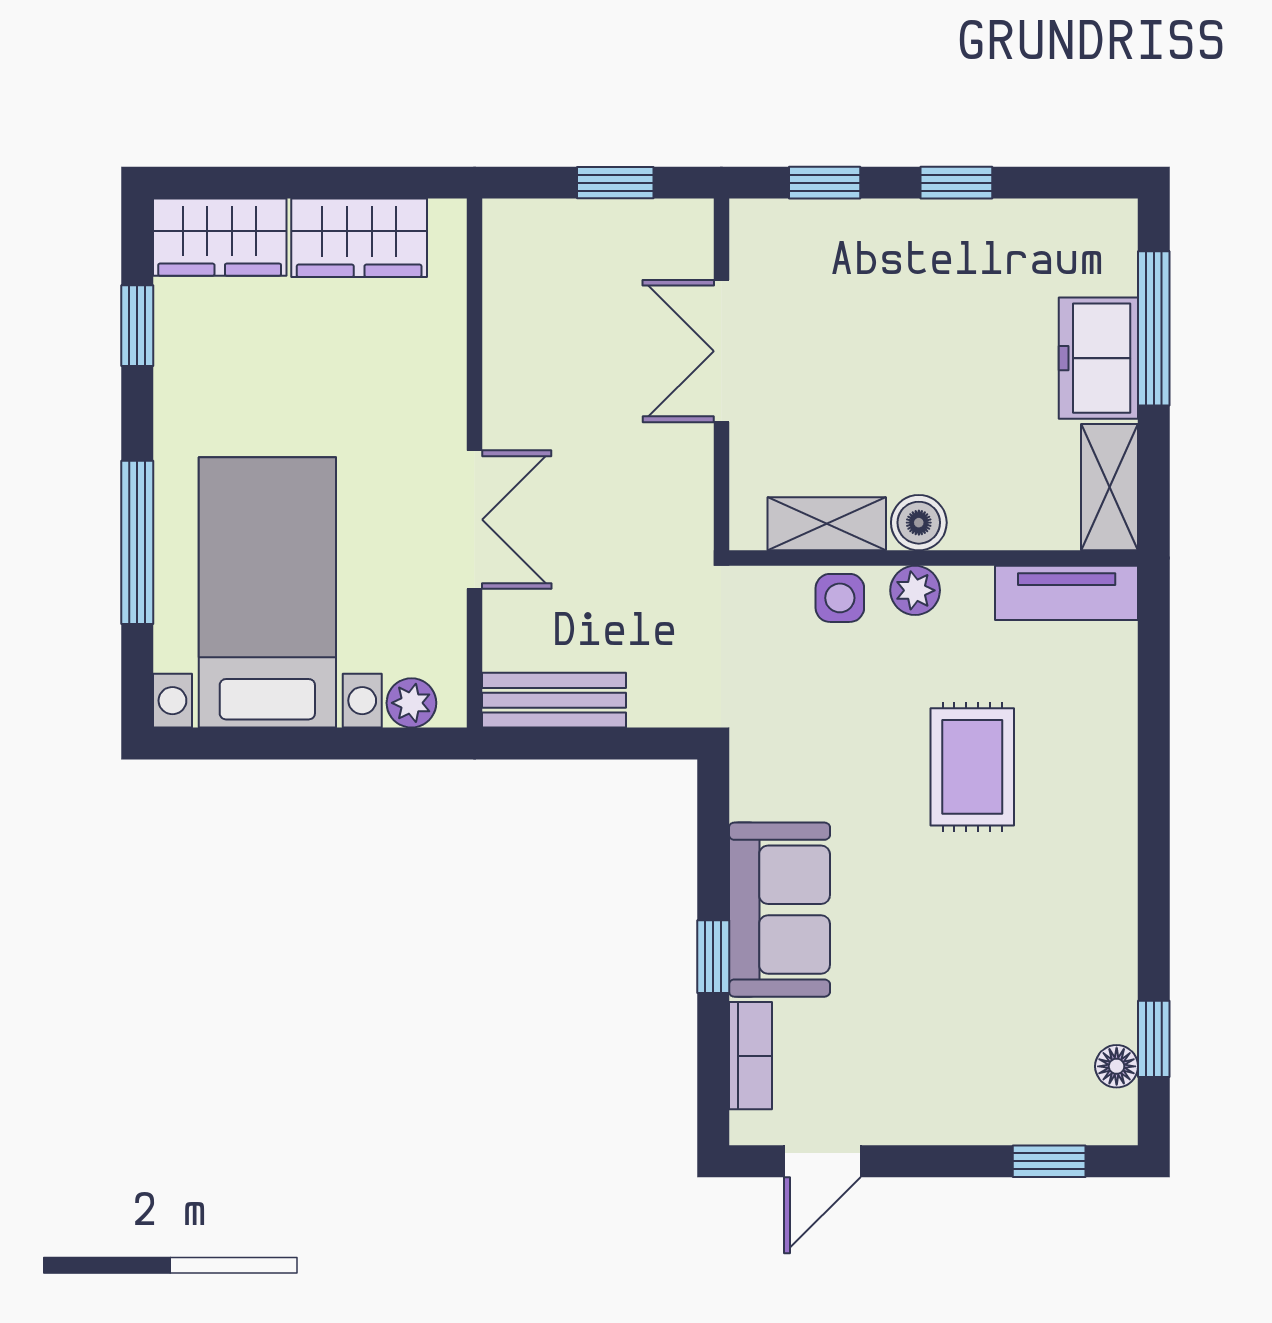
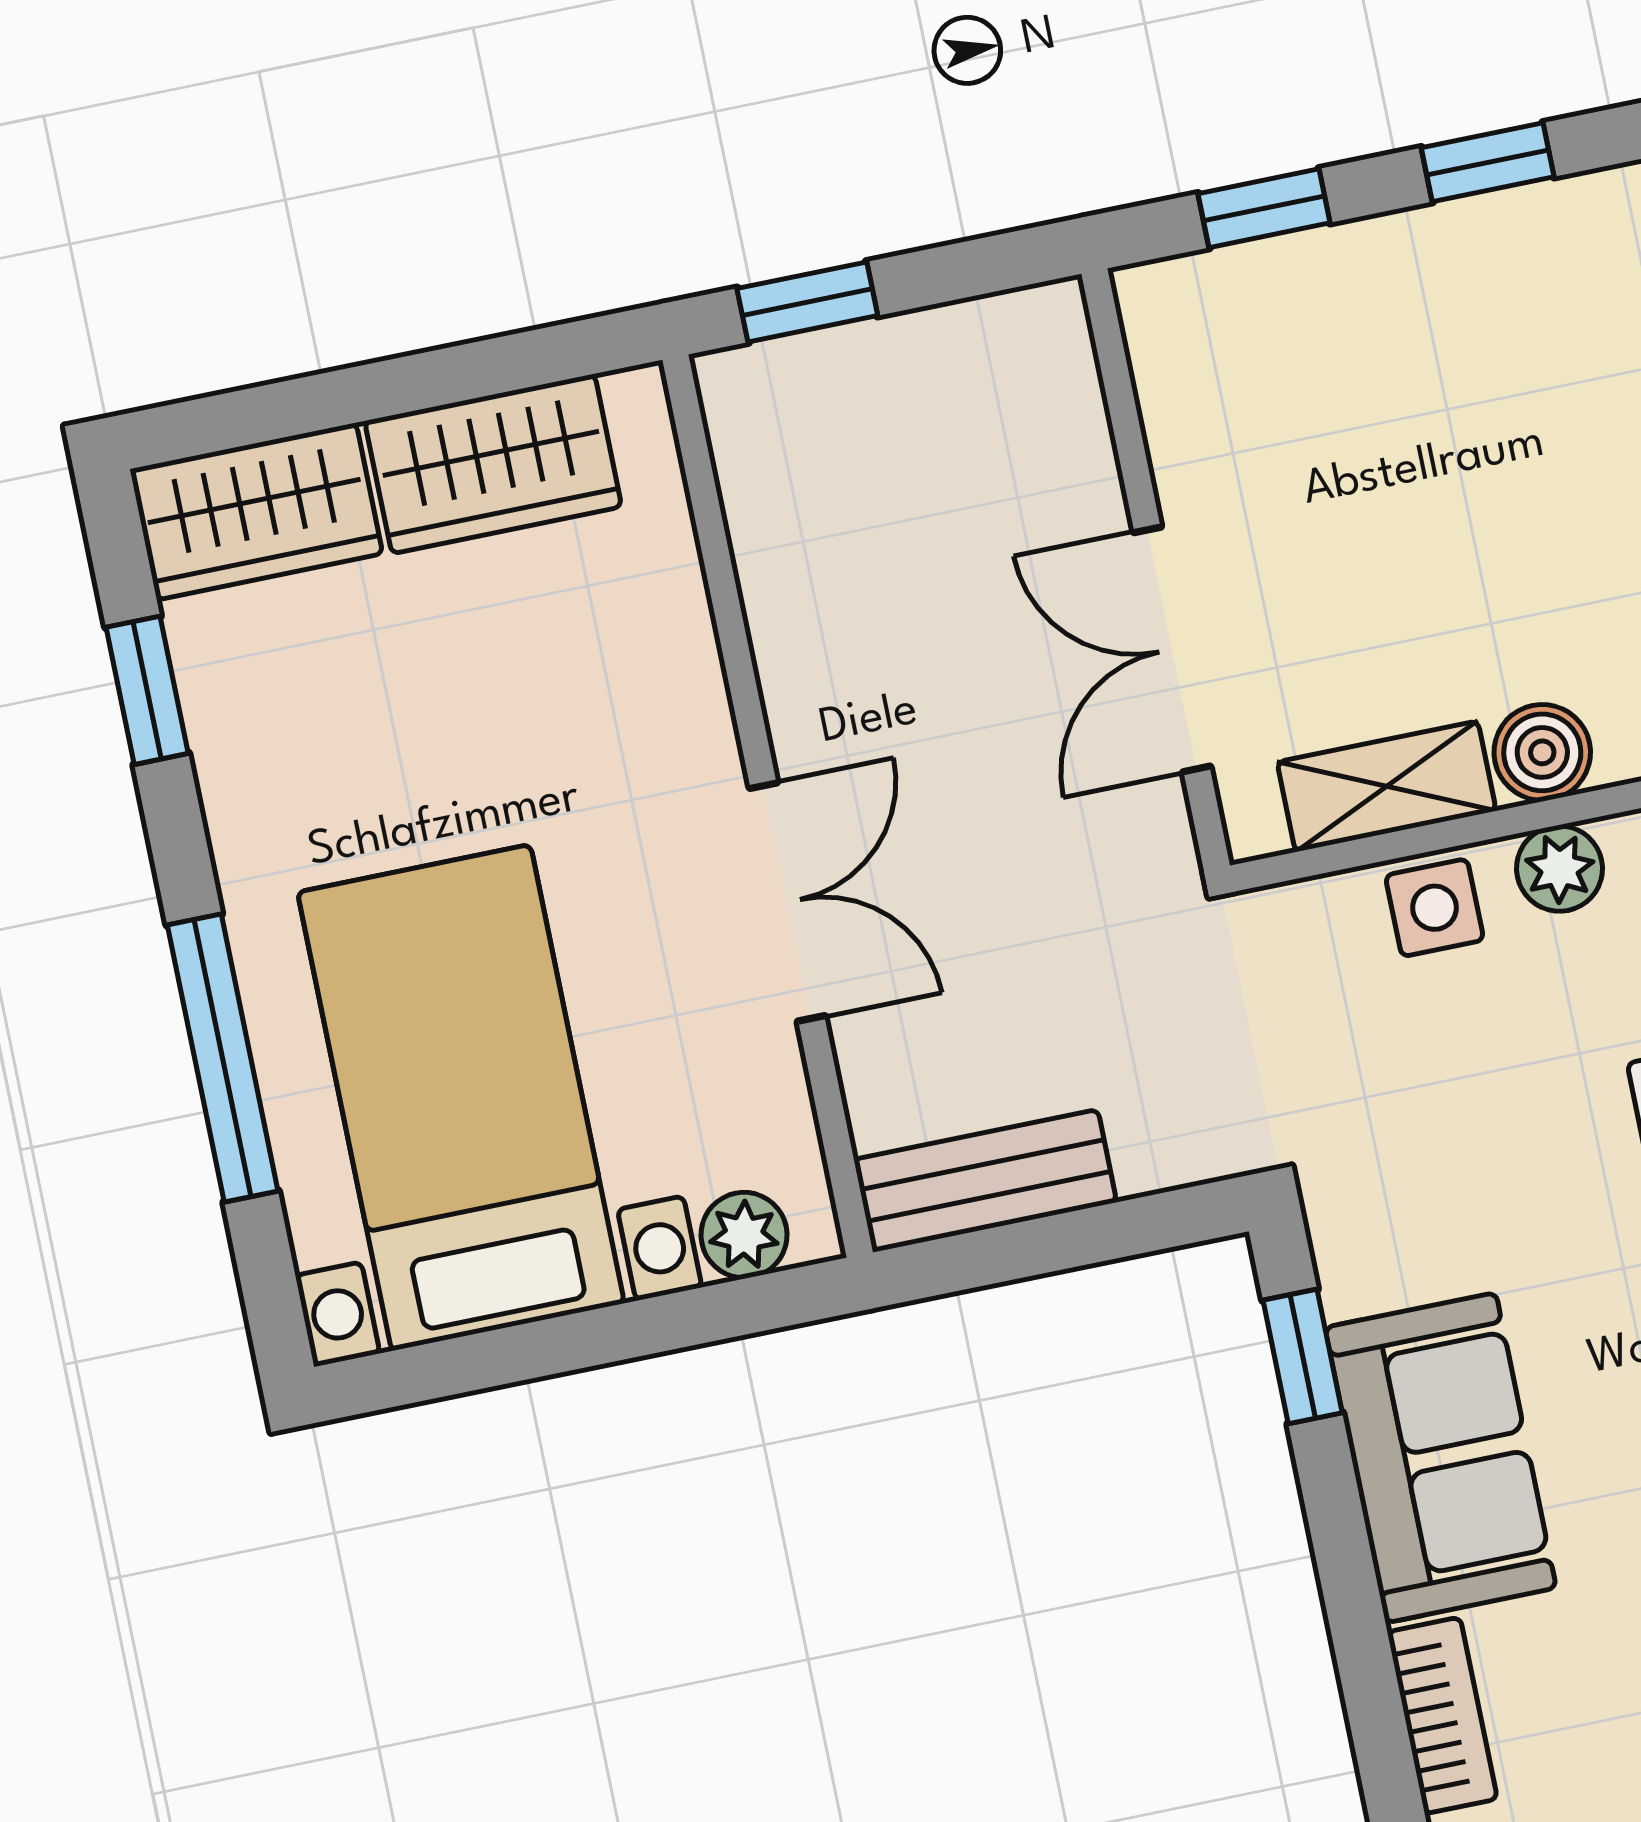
window: (615, 183) -> (807, 302), moved
double door: (721, 351) -> (1172, 649), moved
window: (713, 957) -> (1303, 1356), moved

